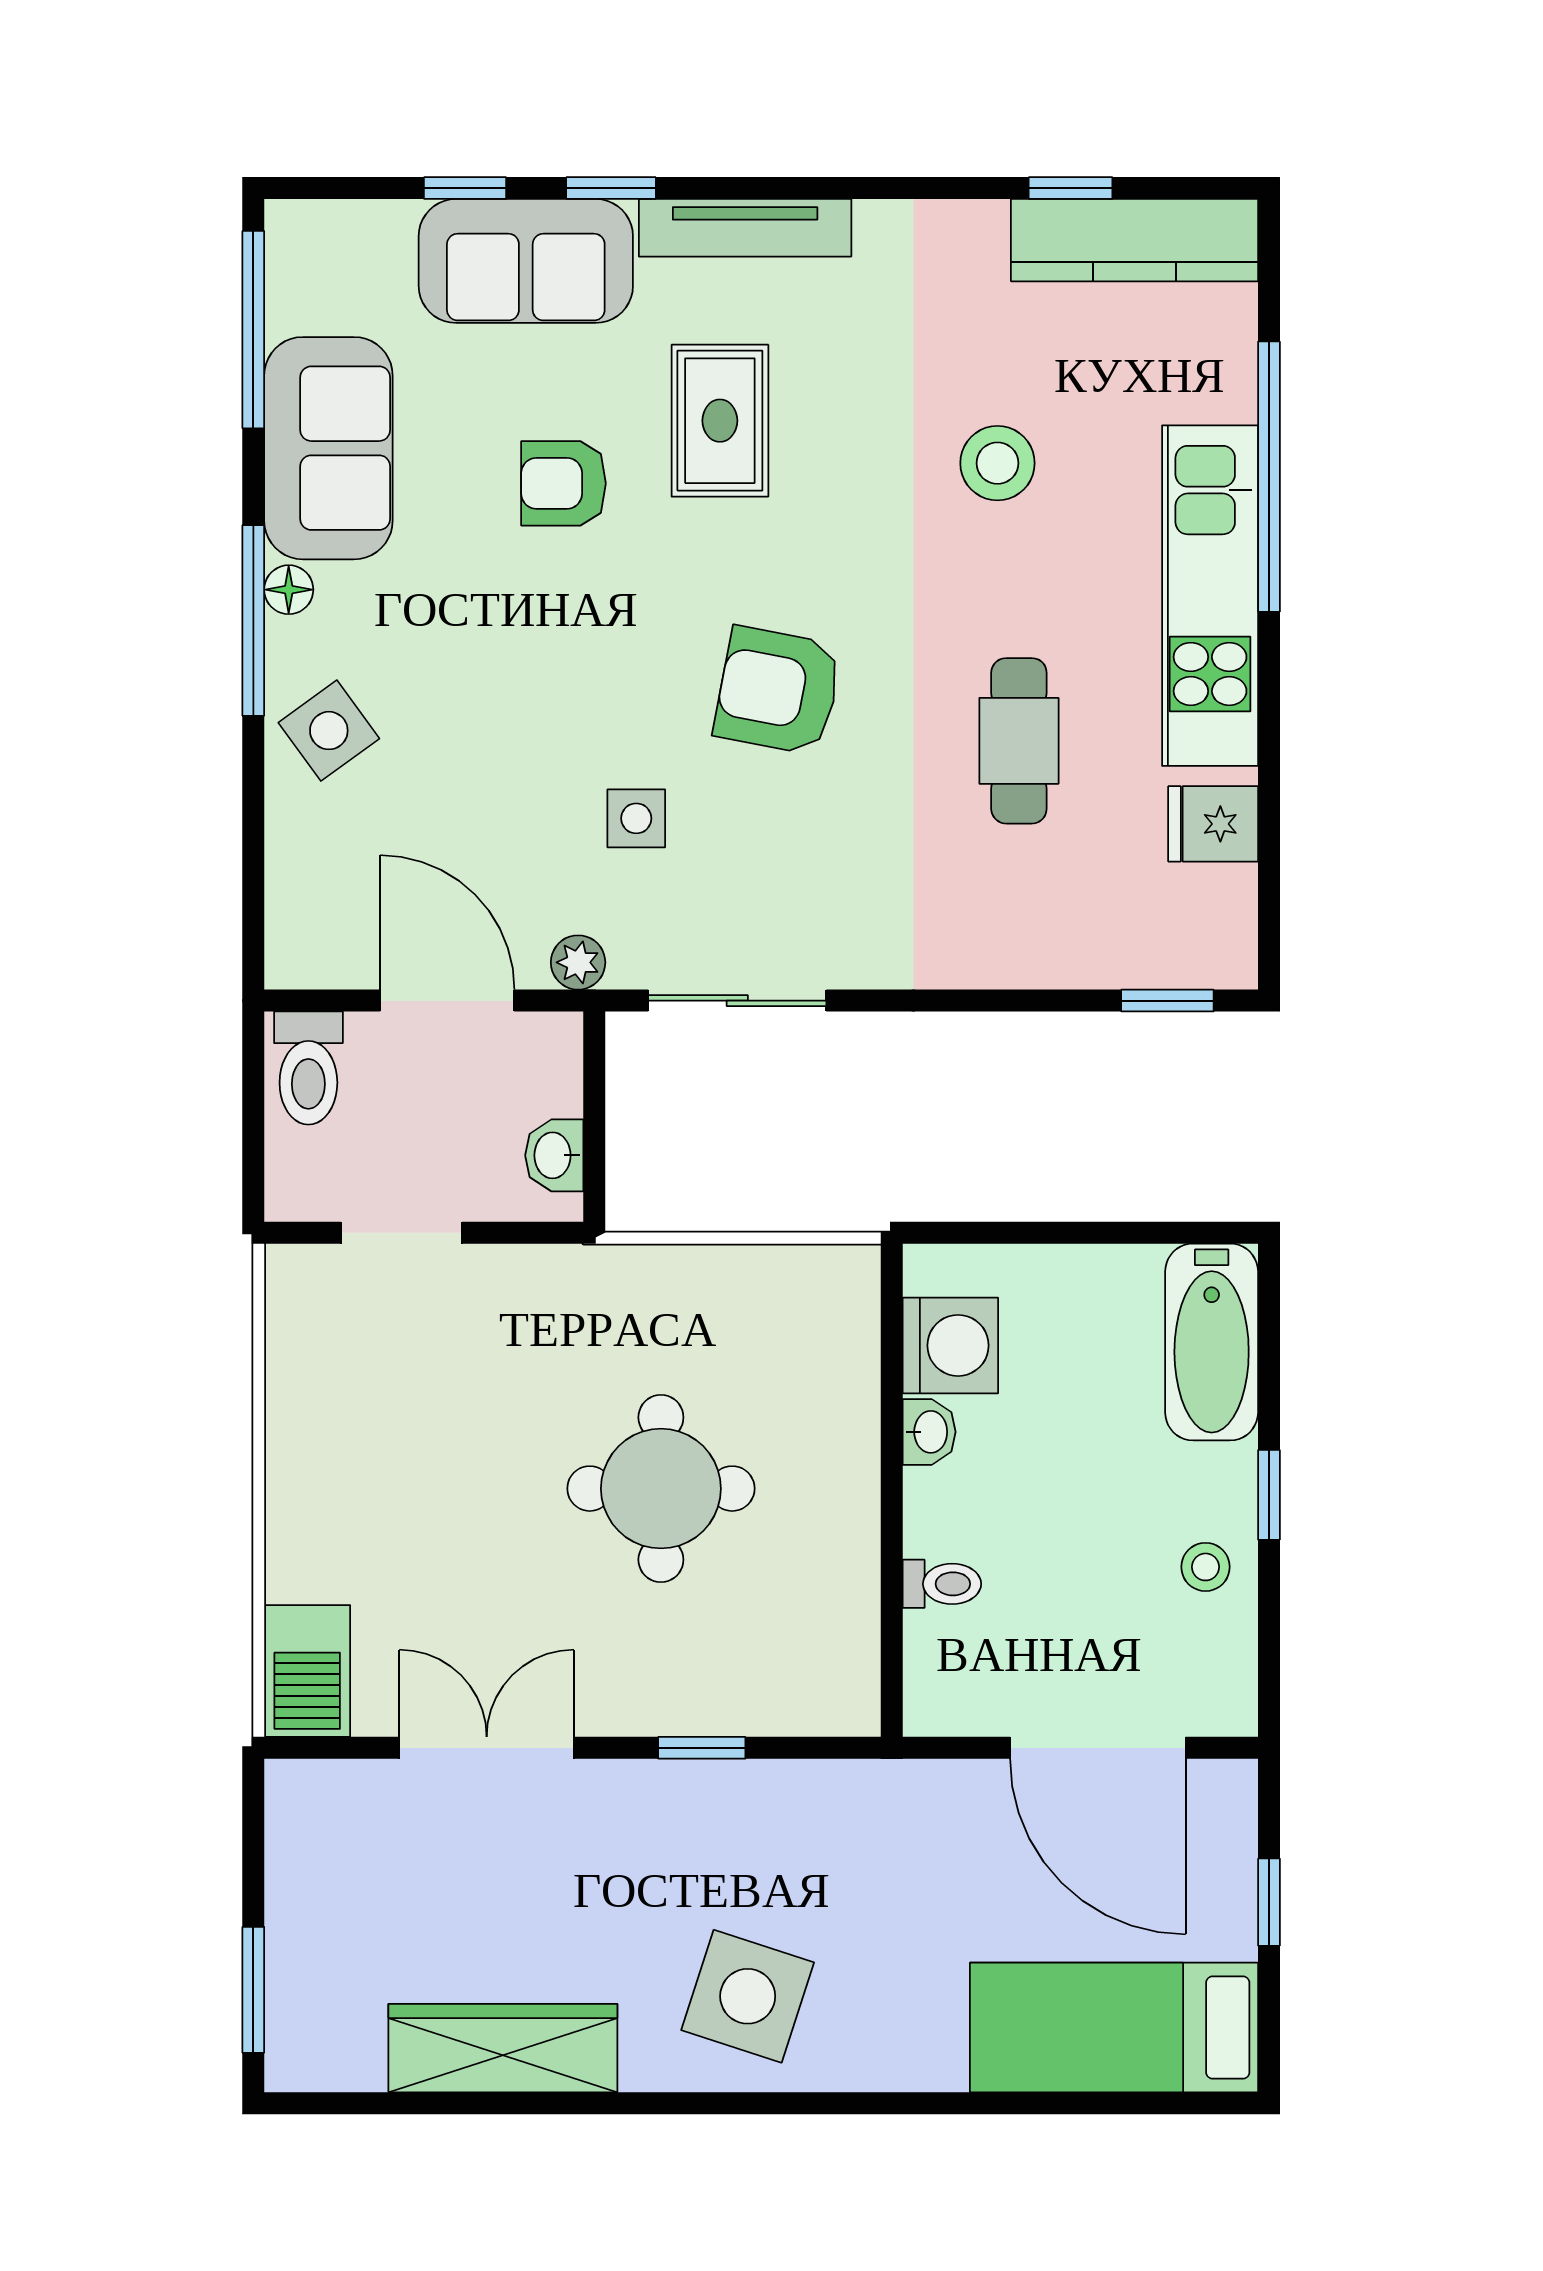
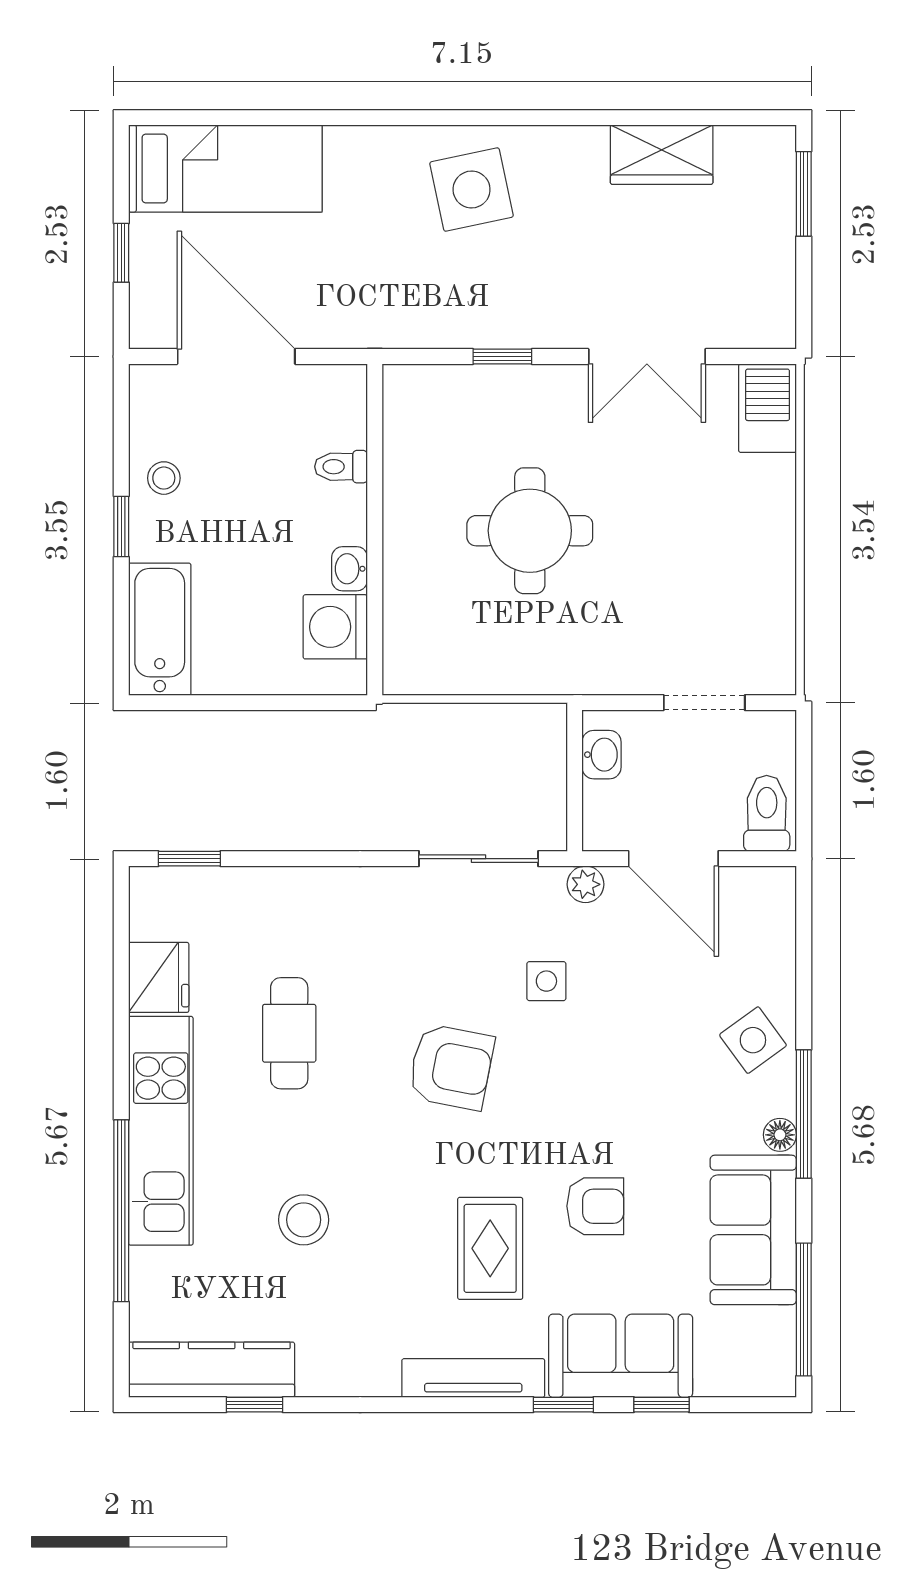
fridge: (1213, 824) -> (159, 977), width x1.38
side table: (748, 1996) -> (472, 190), turned -30
wardrobe: (503, 2048) -> (662, 155), width x0.67

